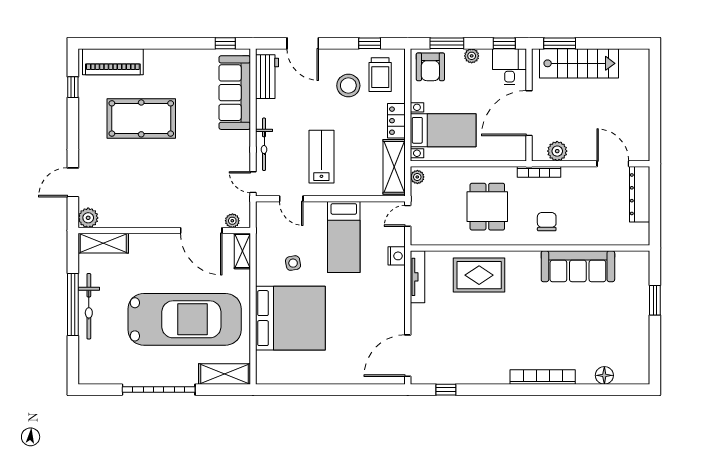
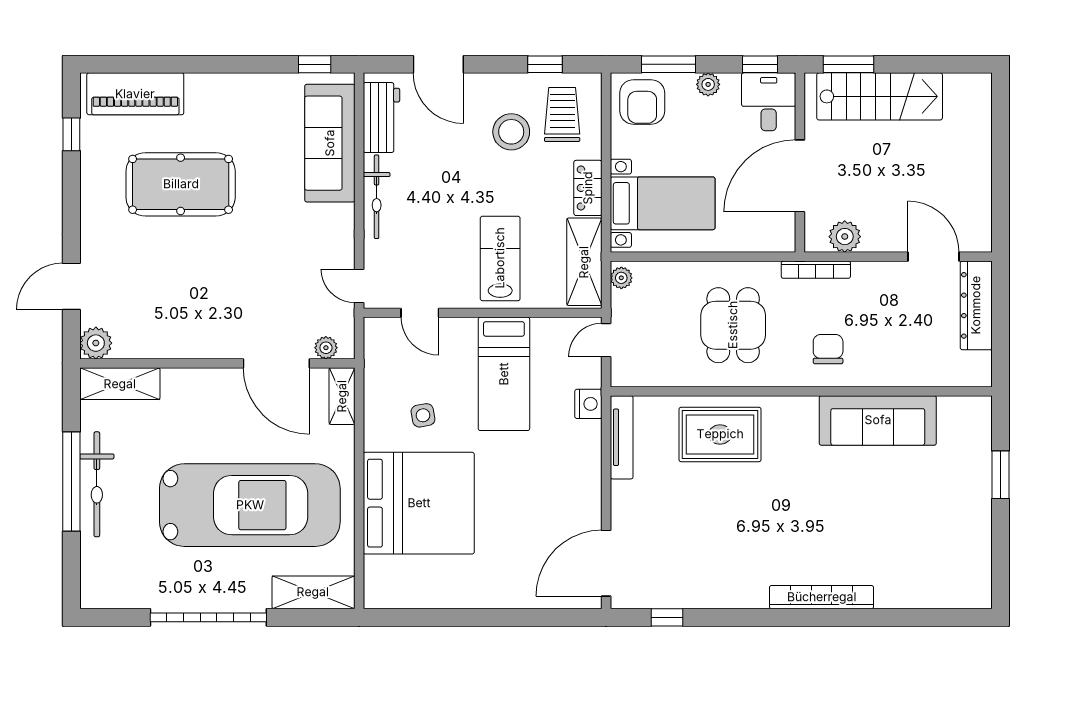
trolley: (380, 75) -> (562, 114), turned 180
bicycle: (264, 144) -> (377, 197), moved
lab bench: (321, 157) -> (500, 258), moved
floor lamp: (604, 375) -> (920, 595), removed

